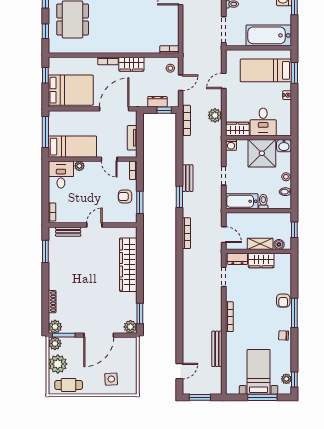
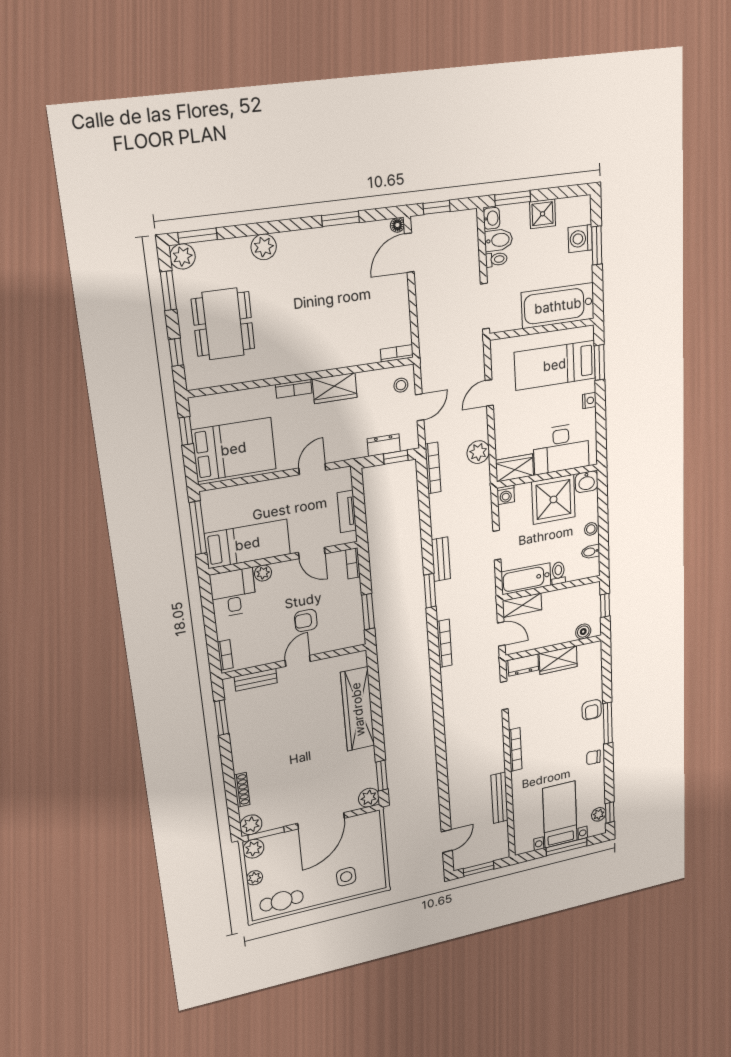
door: (114, 109) -> (312, 469), width x0.53
desk: (263, 122) -> (561, 448), width x1.37
armchair: (125, 196) -> (306, 620), moved
shelving: (260, 244) -> (522, 605), moved
plant: (58, 364) -> (254, 878), width x0.53, depth x0.53

